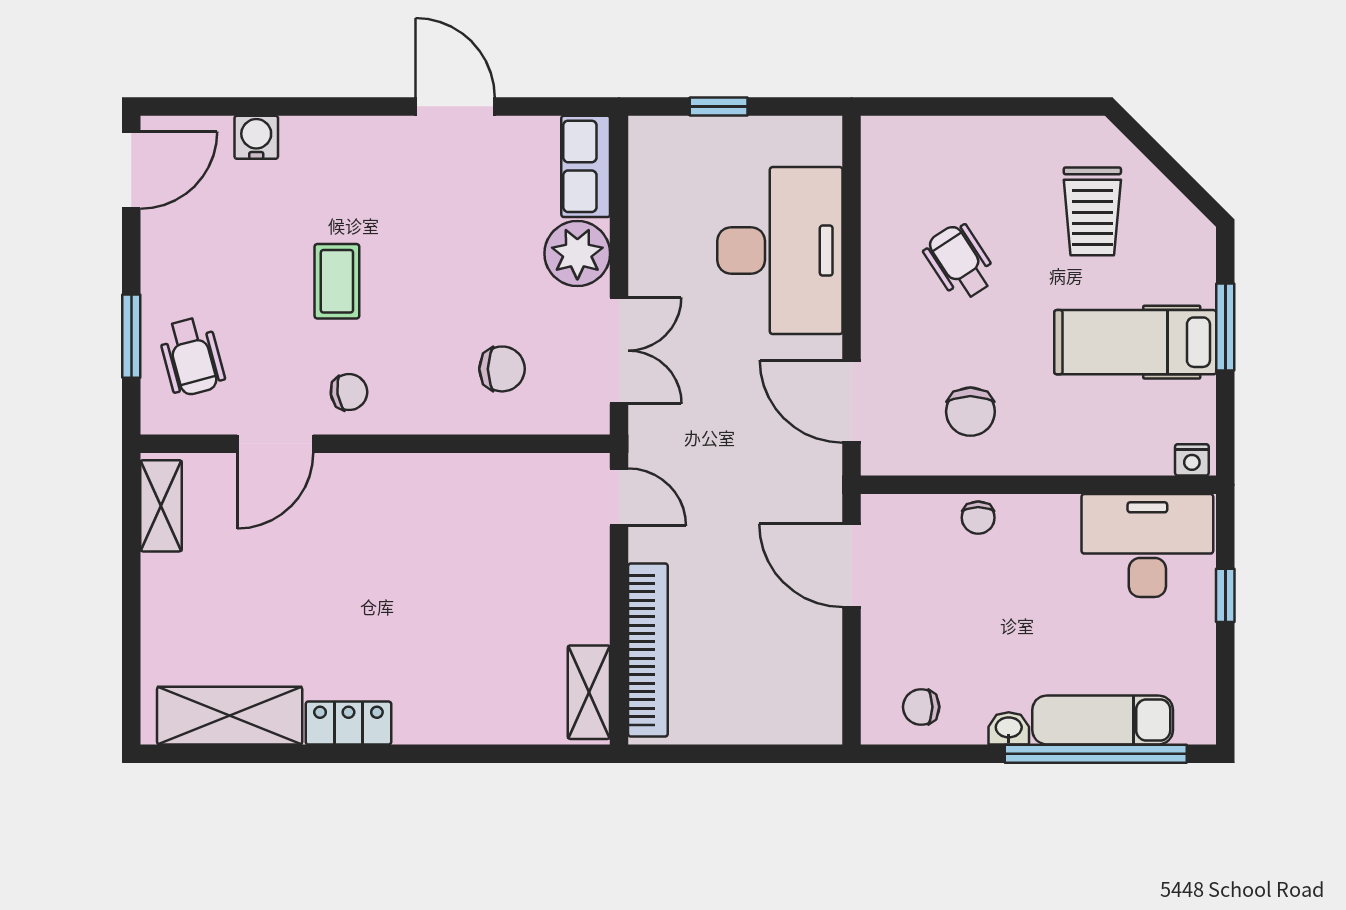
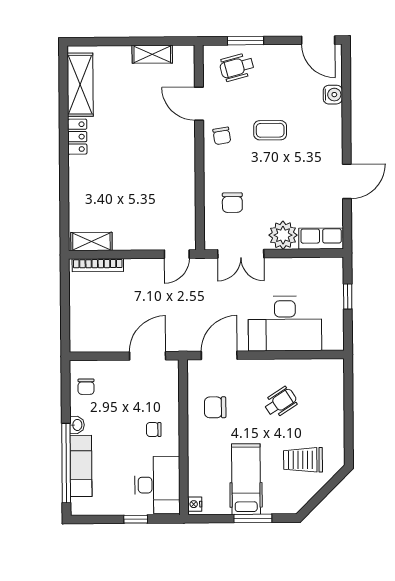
shelving: (161, 506) -> (152, 54), moved
chair: (978, 518) -> (154, 430), moved
bookcase: (648, 650) -> (98, 265), width x0.68, depth x0.76
chair: (921, 707) -> (86, 387), turned 180

